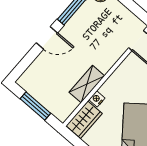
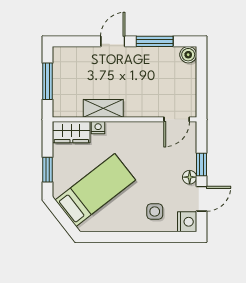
door: (47, 38) -> (113, 41), swing flipped

